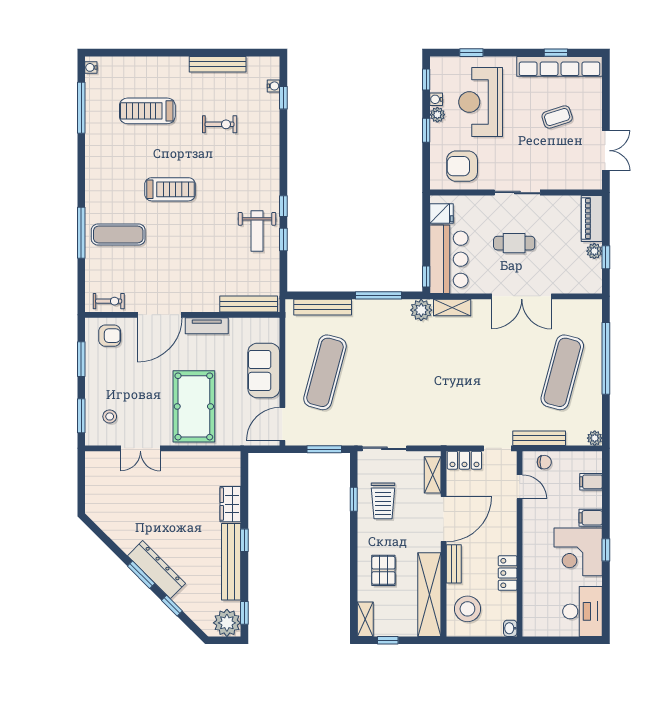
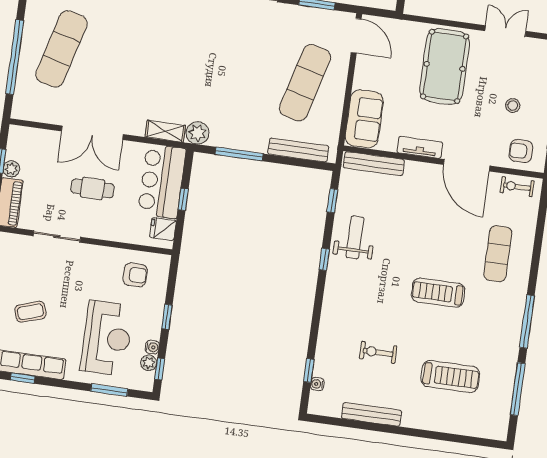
window: (471, 53) -> (109, 390), width x1.50
water cooler: (91, 67) -> (502, 429), removed
plant: (437, 115) -> (149, 363), moved
armchair: (462, 166) -> (135, 275), width x0.72, depth x0.72
sliding door: (517, 193) -> (57, 236), moved
window: (81, 233) -> (527, 322), moved
exercise mat: (118, 235) -> (498, 254), turned 90
window: (283, 239) -> (332, 201), moved
window: (426, 276) -> (183, 199), moved
double door: (522, 296) -> (92, 133), swing flipped
door: (160, 315) -> (467, 165), swing flipped
sofa: (264, 370) -> (364, 119), moved
stool: (110, 416) -> (513, 106), moved
door: (282, 424) -> (356, 36), hinge flipped

